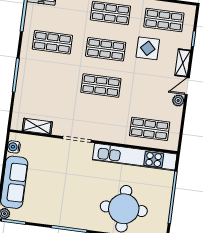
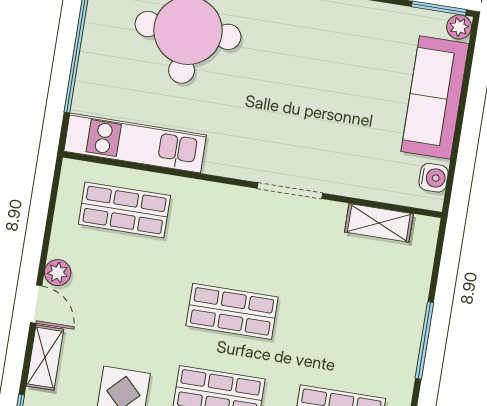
door: (187, 86) -> (36, 304), hinge flipped
kitchen unit: (135, 157) -> (135, 143), width x0.73

